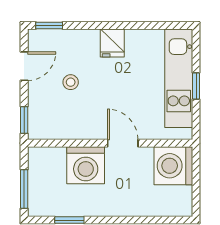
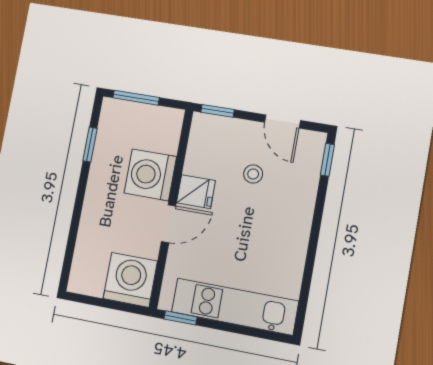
fridge: (112, 43) -> (196, 192), moved, turned 180
window: (196, 86) -> (181, 318), moved

